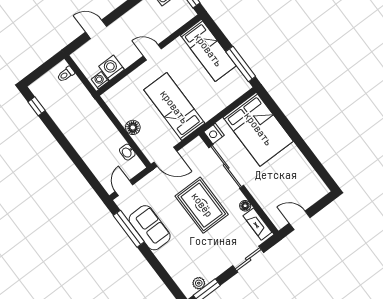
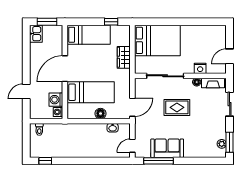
door: (152, 52) -> (65, 69), width x1.88
window: (241, 64) -> (111, 22), width x0.46
bed: (174, 107) -> (91, 92), moved, turned 180
wardrobe: (212, 107) -> (124, 57), added
nightstand: (214, 134) -> (200, 68), moved
door: (124, 188) -> (132, 146), hinge flipped
rug: (202, 205) -> (177, 107), width x0.73, depth x0.70

